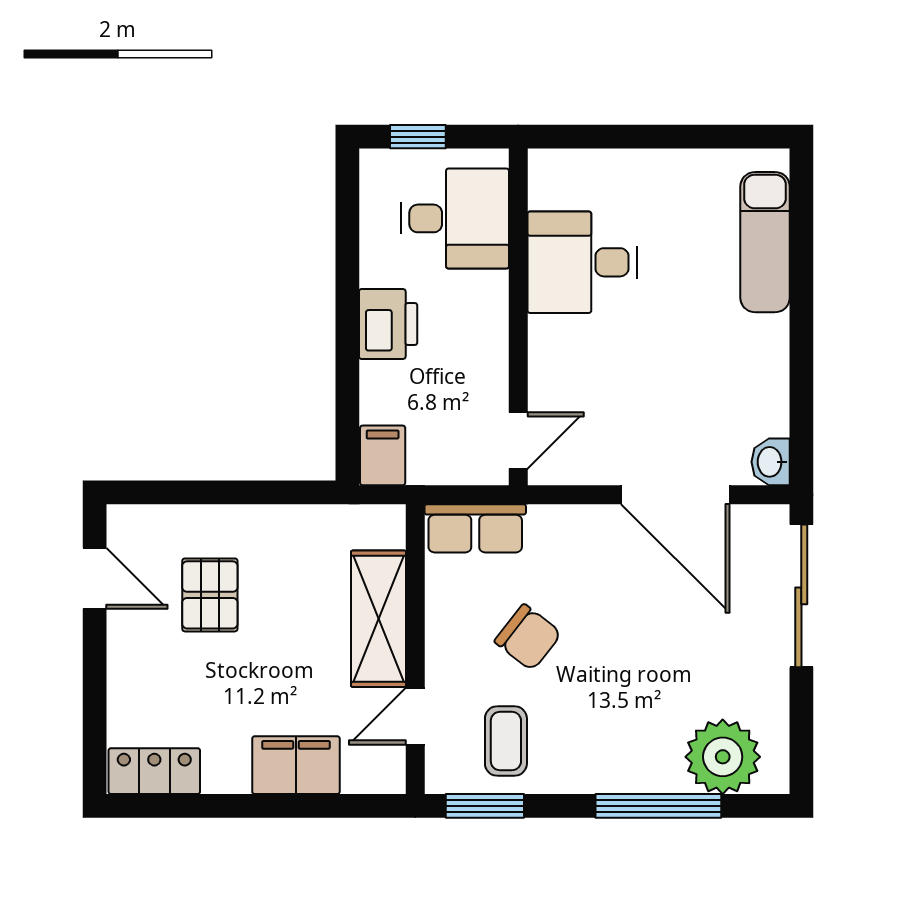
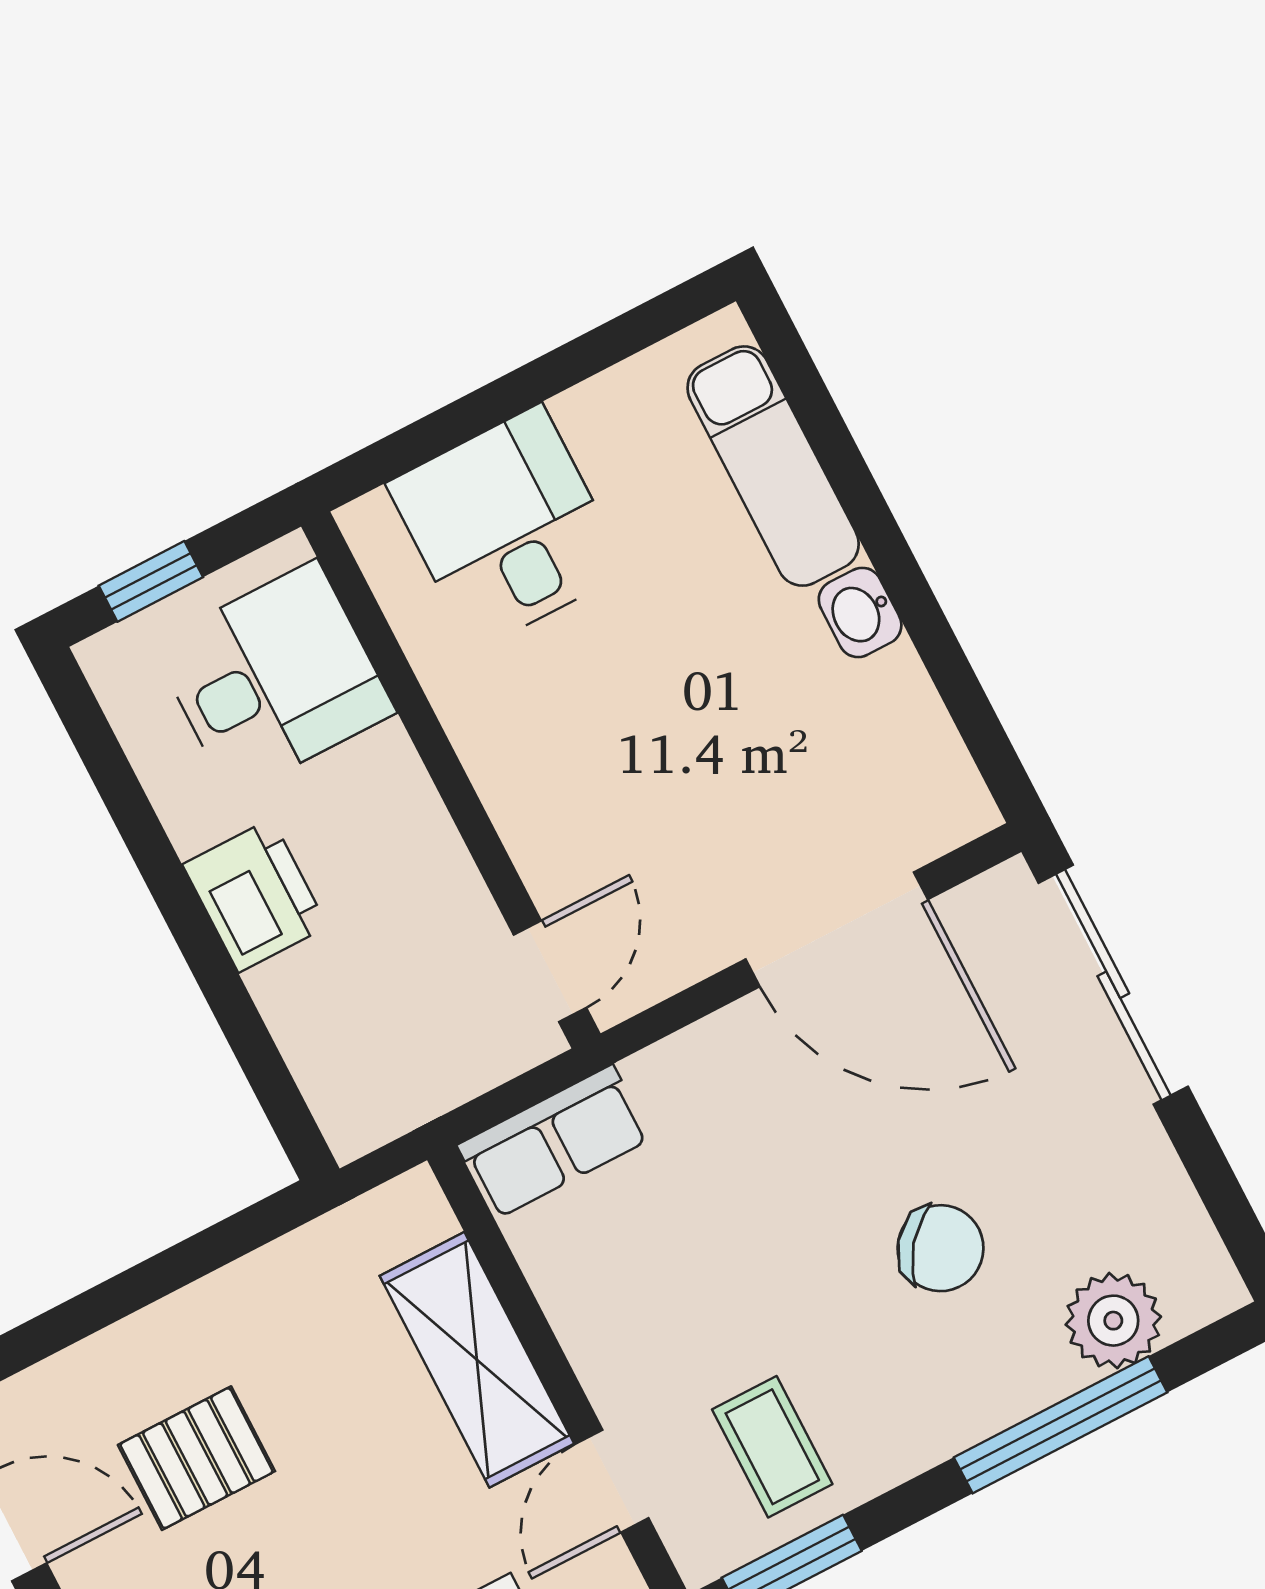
desk: (582, 262) -> (507, 527), moved, turned 90
filing cabinet: (383, 455) -> (352, 1103), removed
washbasin: (771, 462) -> (860, 612), moved
pallet: (210, 595) -> (196, 1458), turned 90
chair: (528, 637) -> (940, 1248), moved
plant: (723, 757) -> (1113, 1321), width x0.73, depth x0.73

